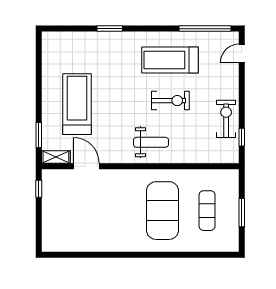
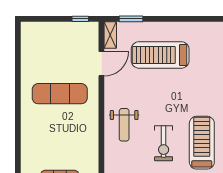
treadmill: (77, 104) -> (160, 55), turned 180
exercise mat: (163, 211) -> (60, 94), moved, width x0.68

